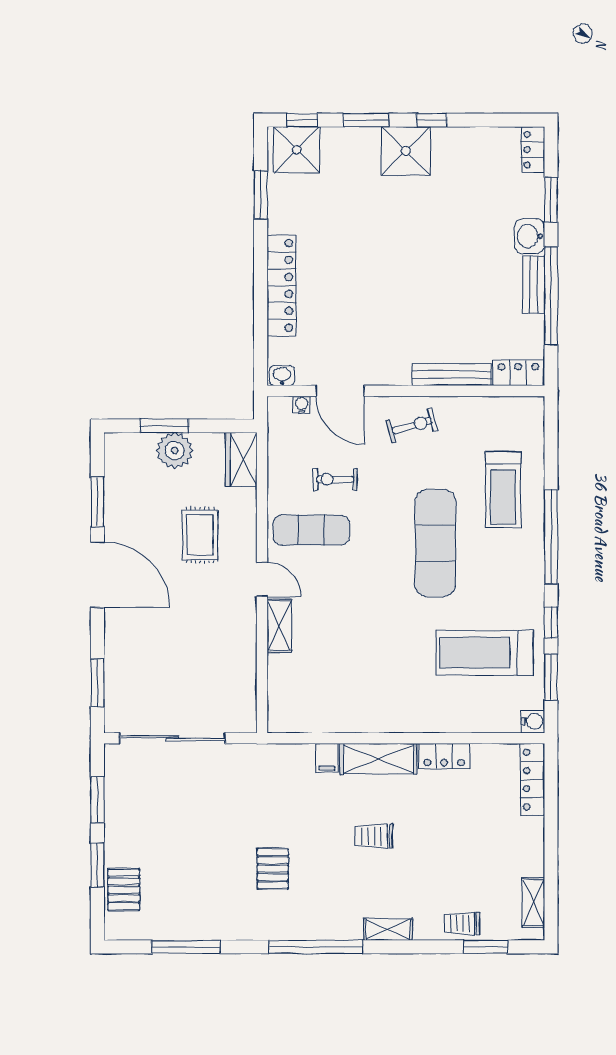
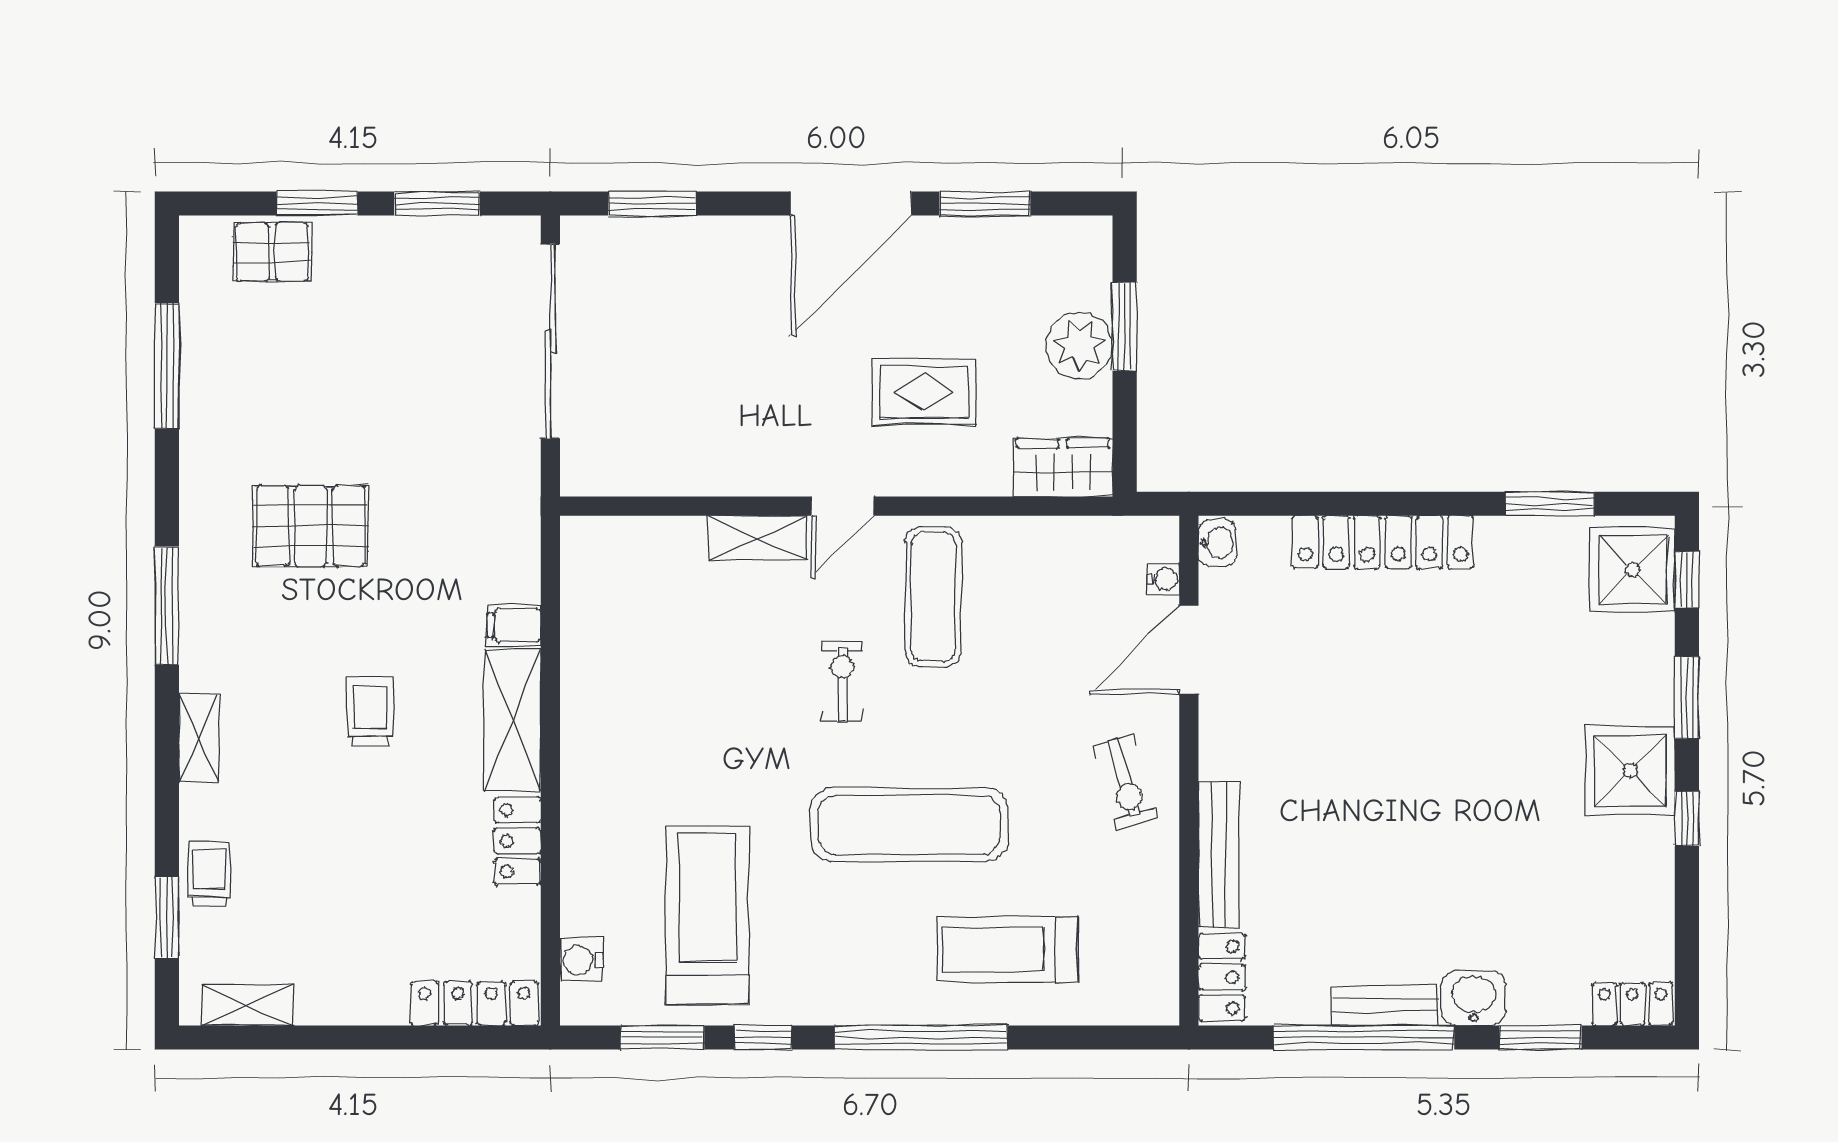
exercise bike: (335, 479) -> (842, 681), moved
water cooler: (533, 721) -> (581, 960), moved, turned 90
pallet: (273, 869) -> (311, 526), width x1.50, depth x1.42
window: (316, 947) -> (167, 606), width x0.68

